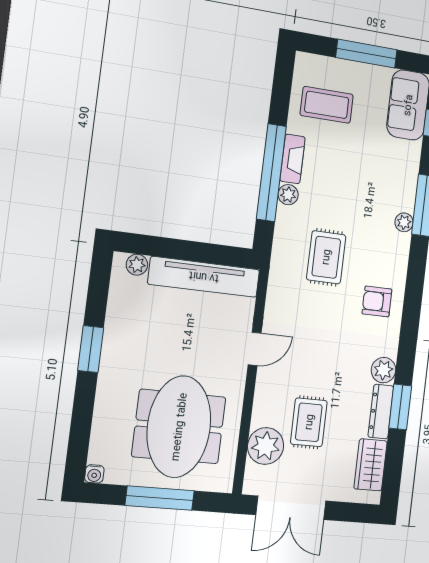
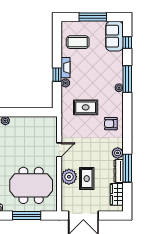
window: (271, 173) -> (57, 75), width x0.32
rug: (326, 257) -> (86, 107), turned 90
tv unit: (204, 277) -> (34, 122), removed
window: (400, 407) -> (127, 168), width x1.44
meeting table: (179, 427) -> (31, 185), turned 90
plant: (266, 446) -> (69, 177), moved

